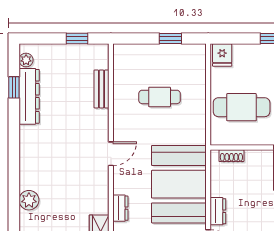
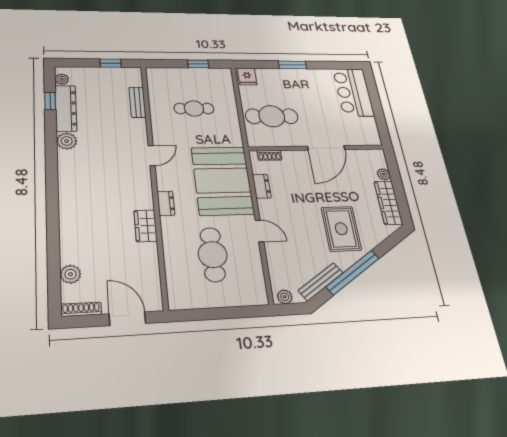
plant: (29, 200) -> (67, 141), moved
dresser: (218, 211) -> (262, 186), moved

